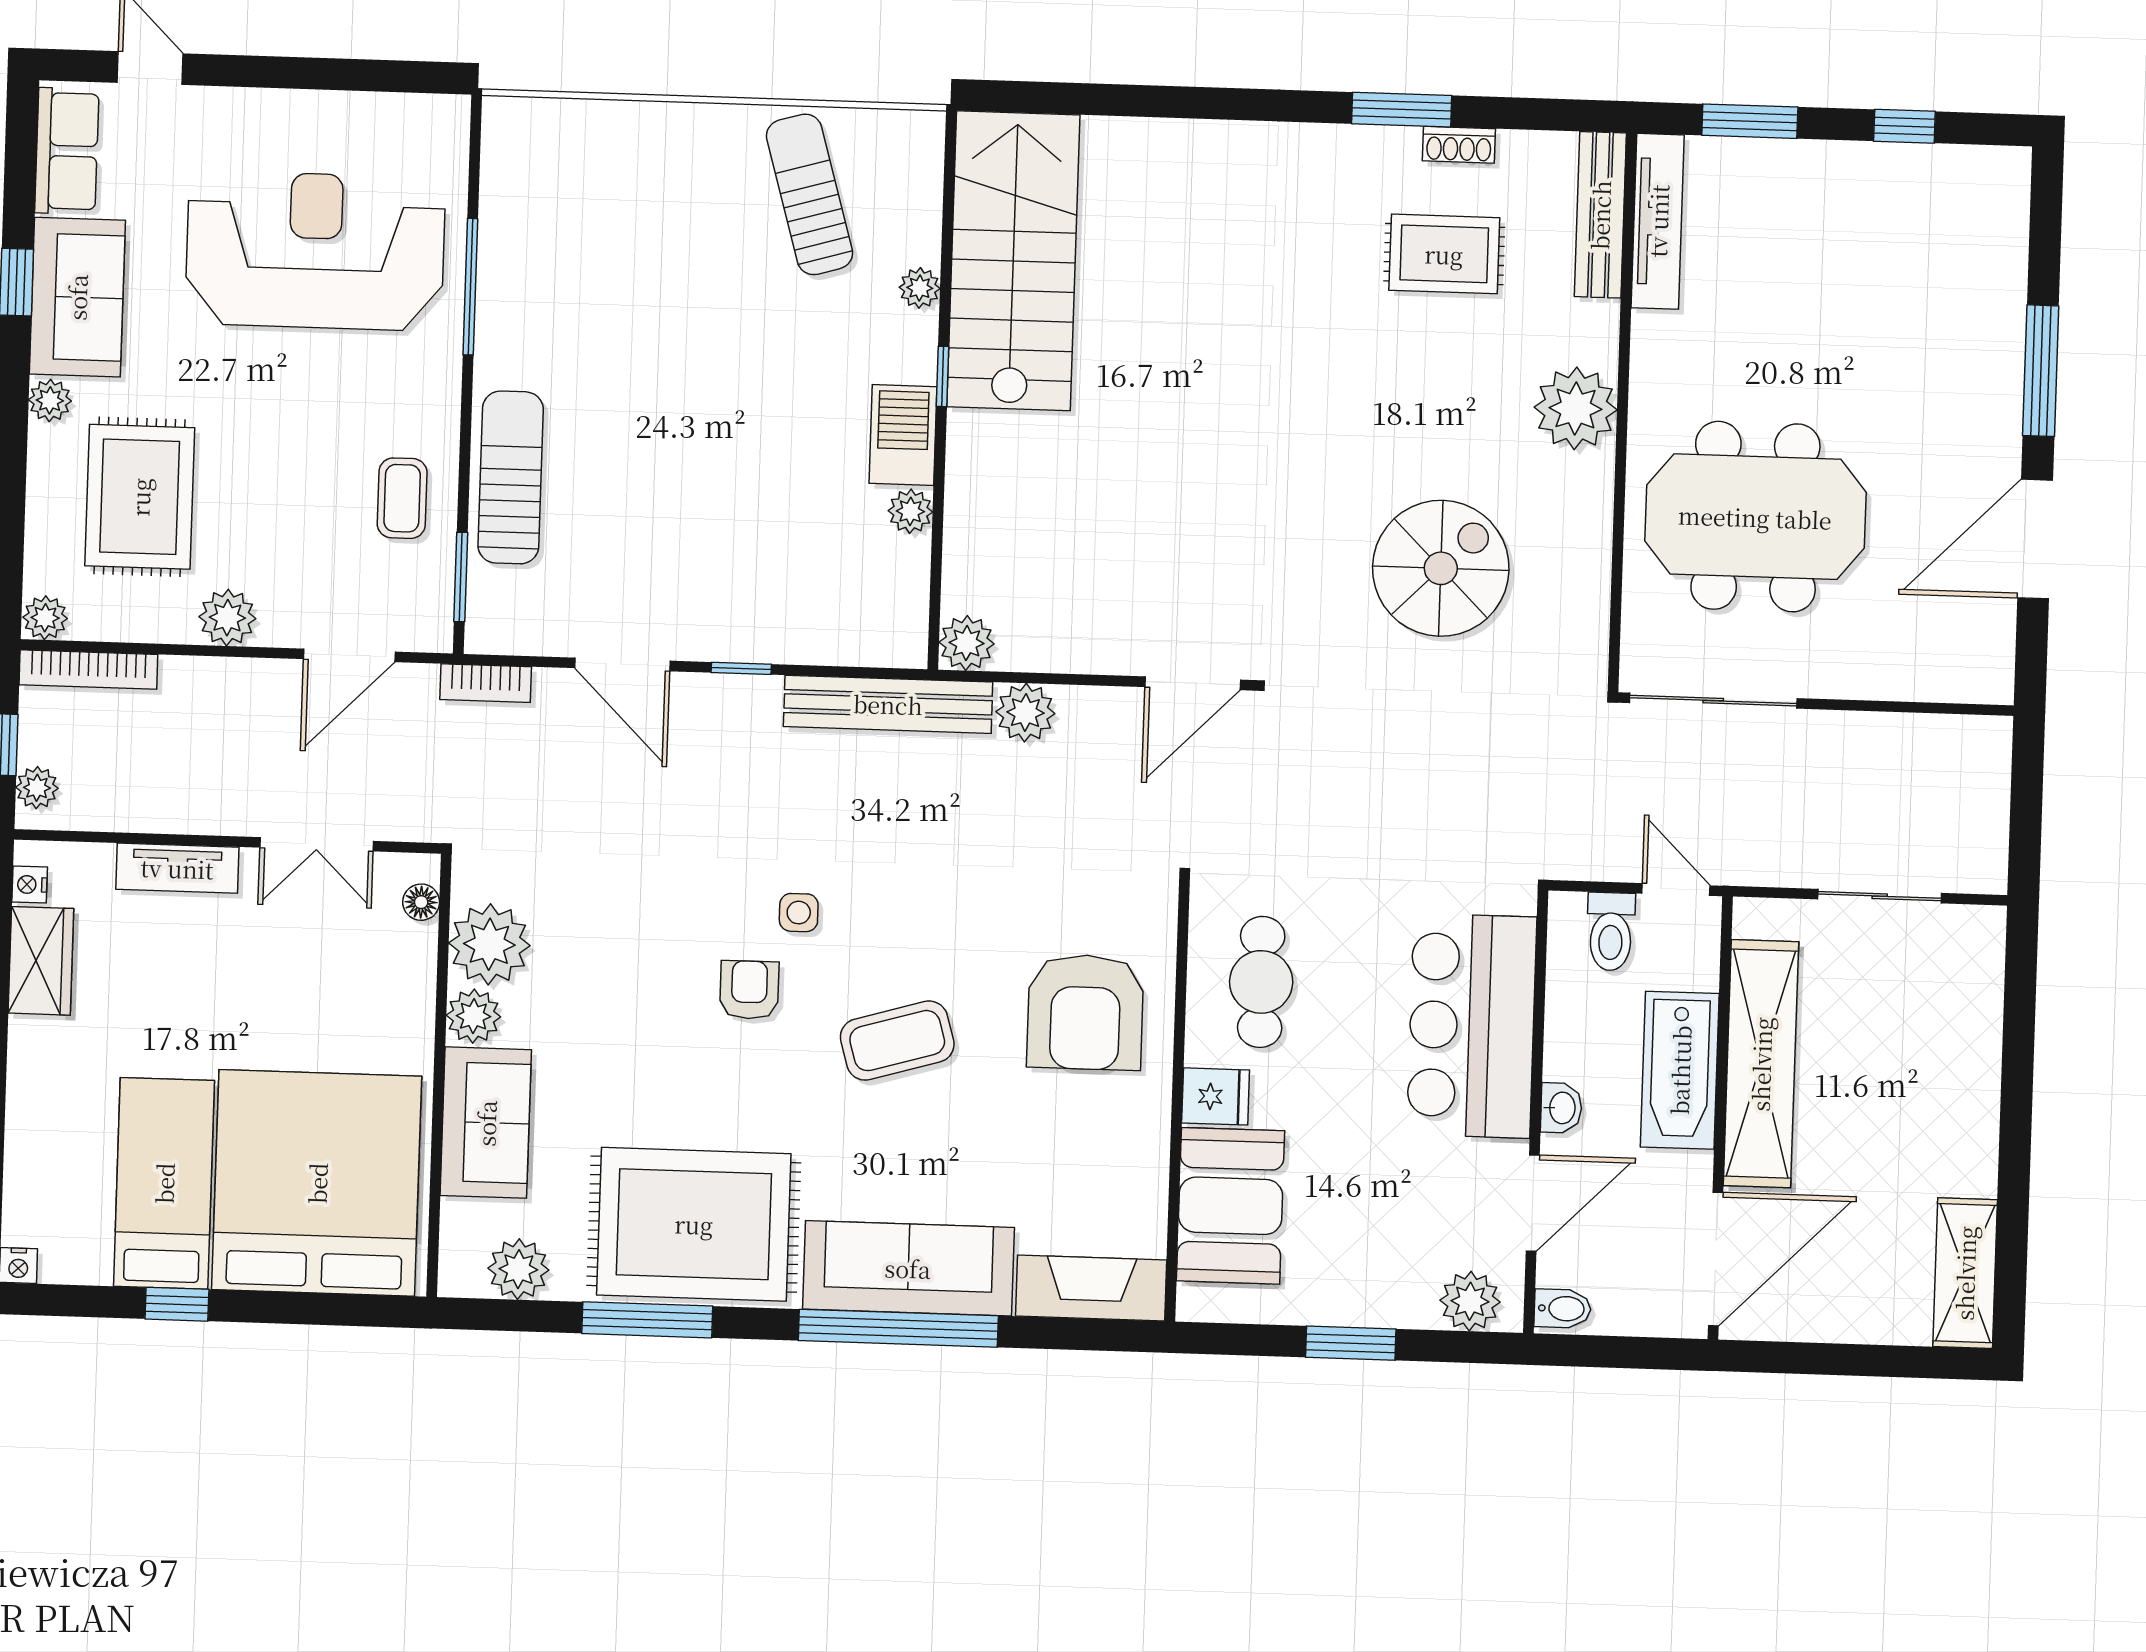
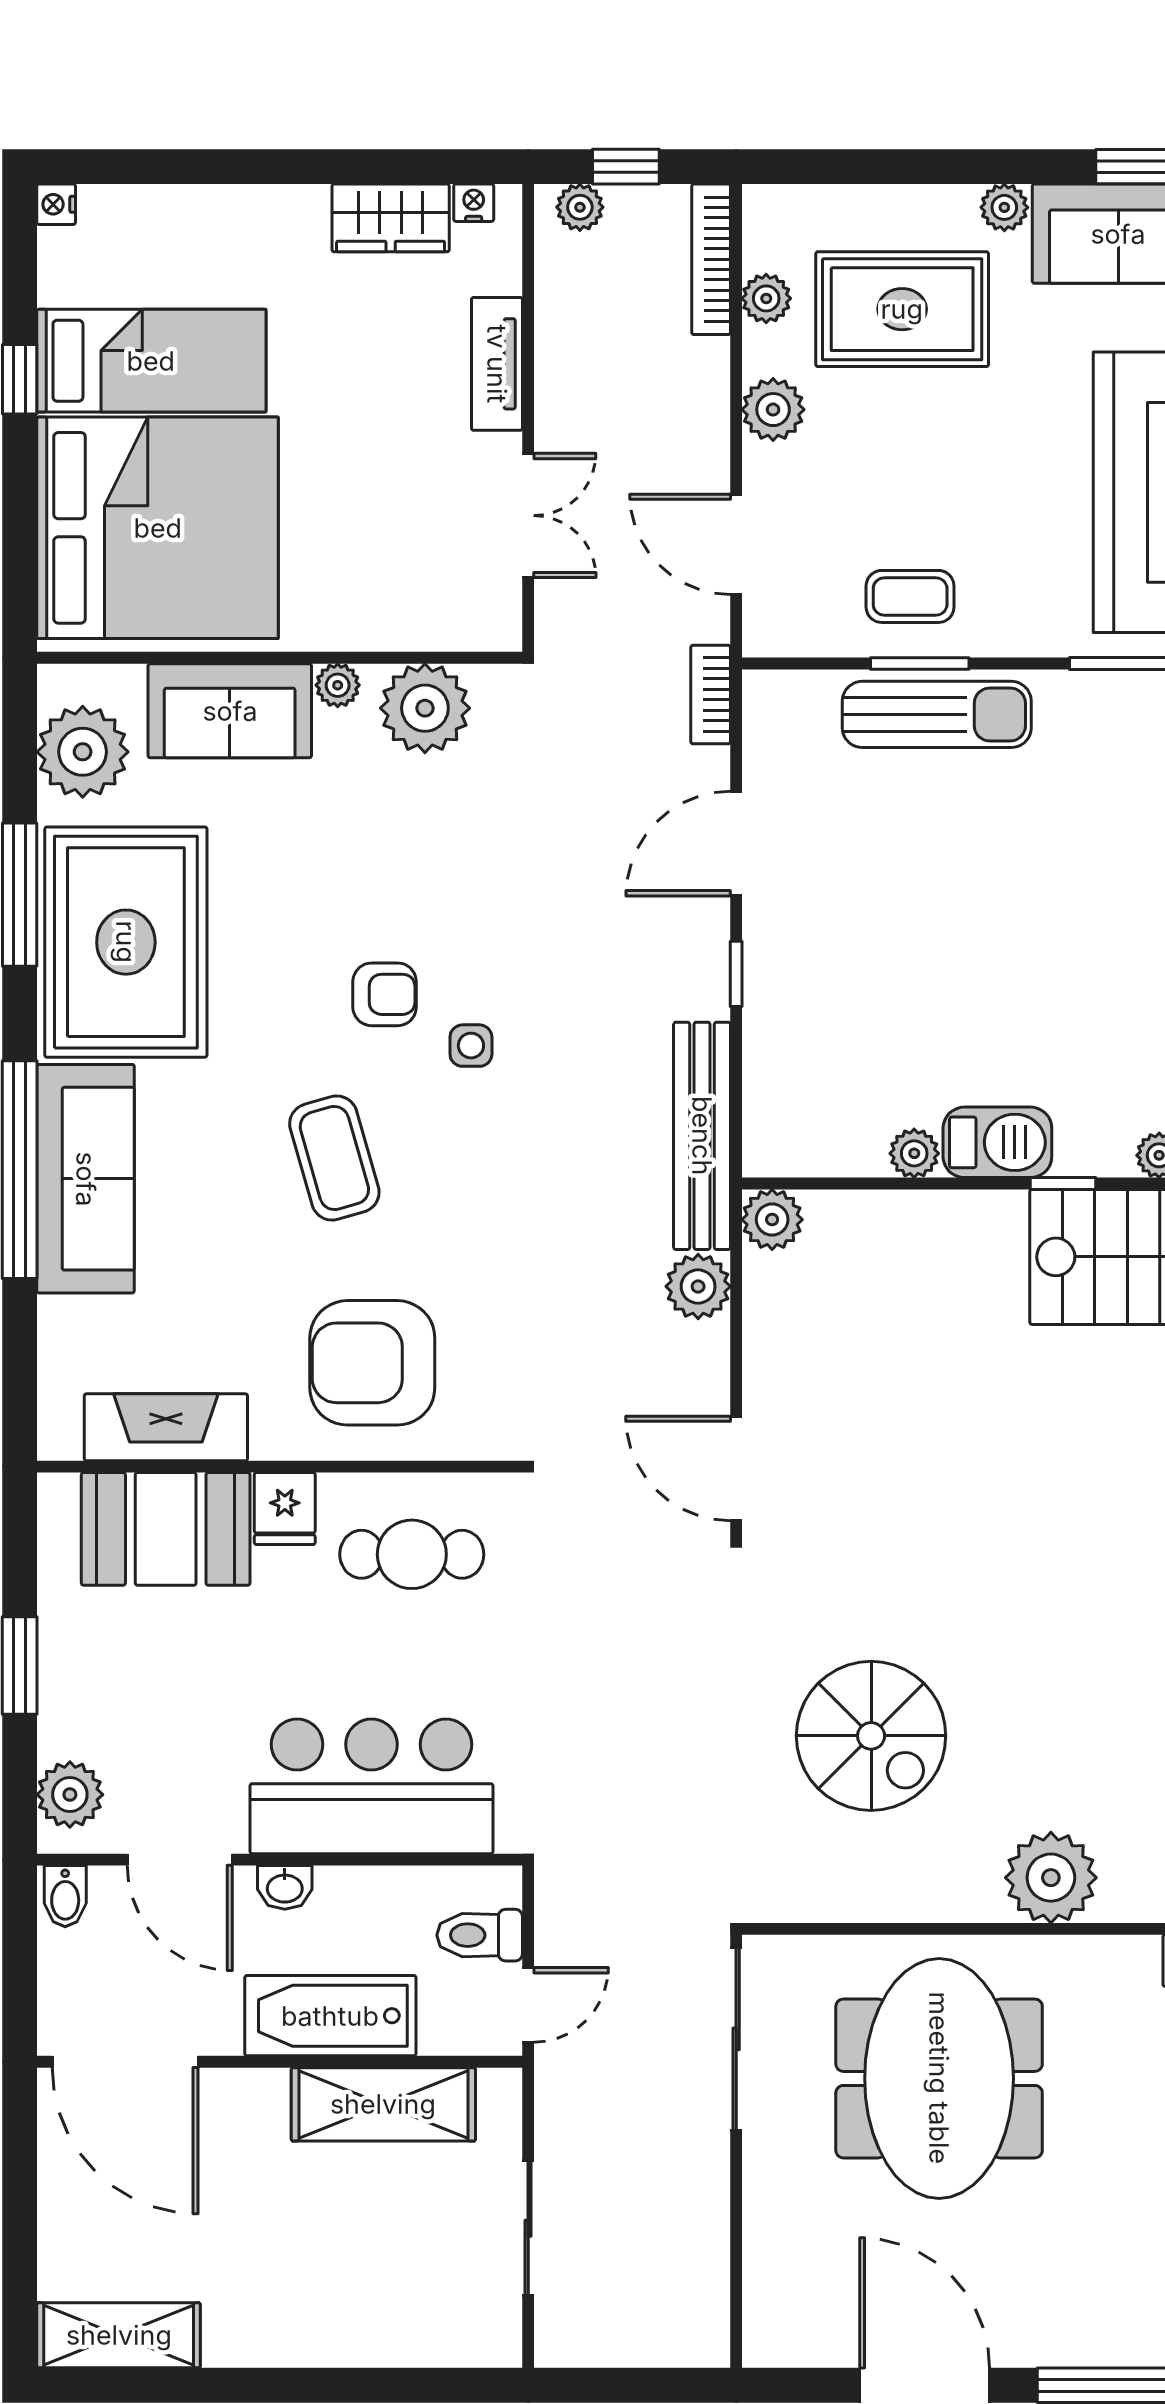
window: (461, 577) -> (920, 664), moved
plant: (45, 618) -> (766, 298), moved
double door: (317, 844) -> (528, 515), swing flipped
floor lamp: (421, 902) -> (469, 632), removed
plant: (473, 1016) -> (338, 685), width x0.73, depth x0.73
shelving: (1761, 1064) -> (383, 2104), width x0.68
plant: (518, 1269) -> (83, 752), width x1.36, depth x1.36
fireplace: (1091, 1288) -> (166, 1427), moved, turned -90

